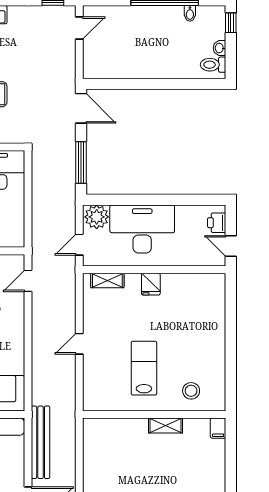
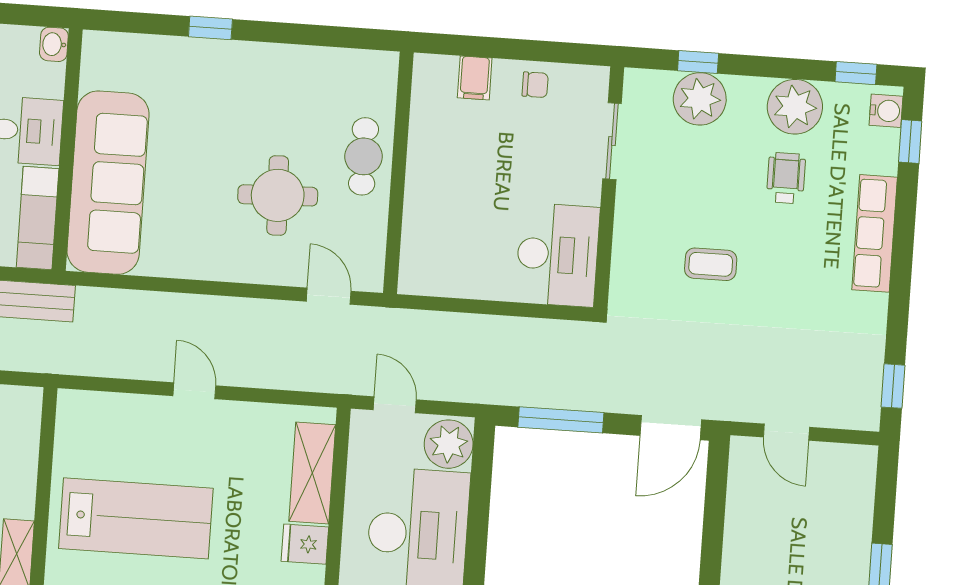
door: (79, 28) -> (786, 432), moved
shelving: (107, 280) -> (312, 473), width x1.50, depth x1.33
lab bench: (144, 368) -> (136, 518), width x1.36, depth x1.39

